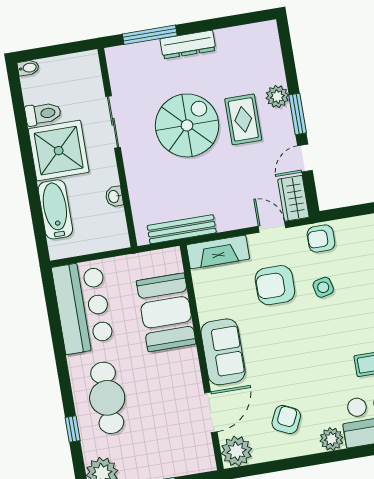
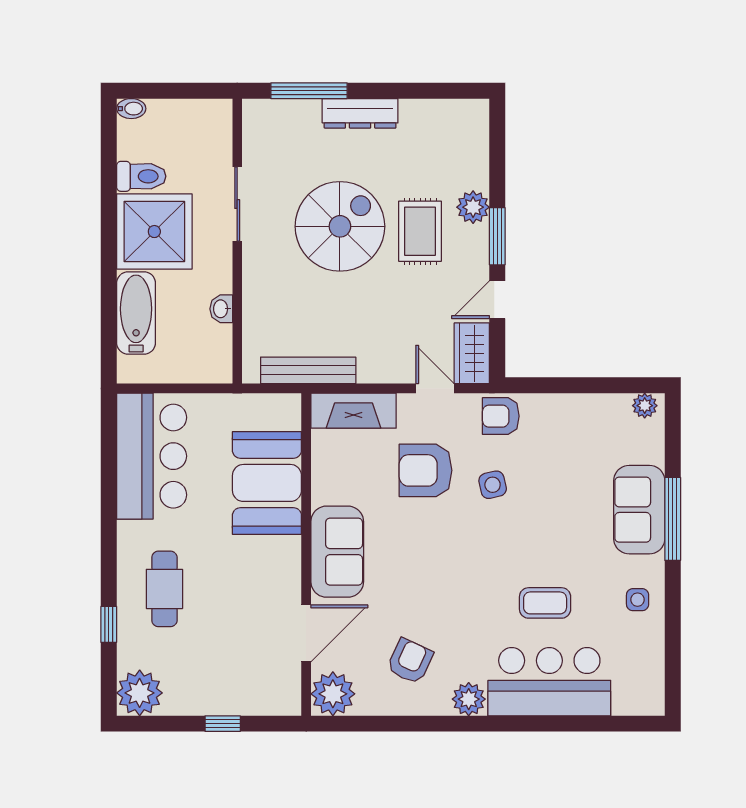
cafe table: (107, 398) -> (164, 589), width x0.73, depth x0.74

